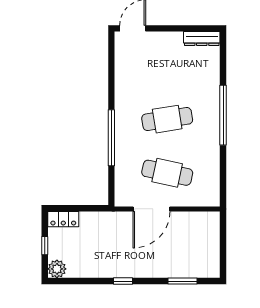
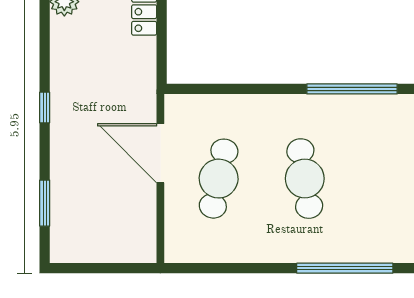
window: (223, 115) -> (345, 268), moved
window: (111, 138) -> (352, 89), moved

